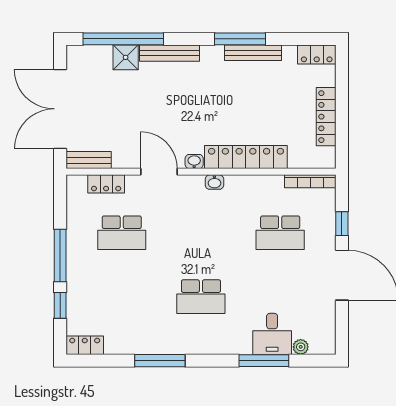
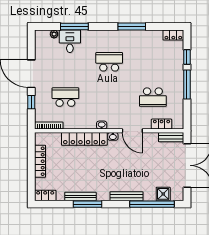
shower: (126, 57) -> (163, 194), moved
school desk: (122, 233) -> (153, 97), turned 180

